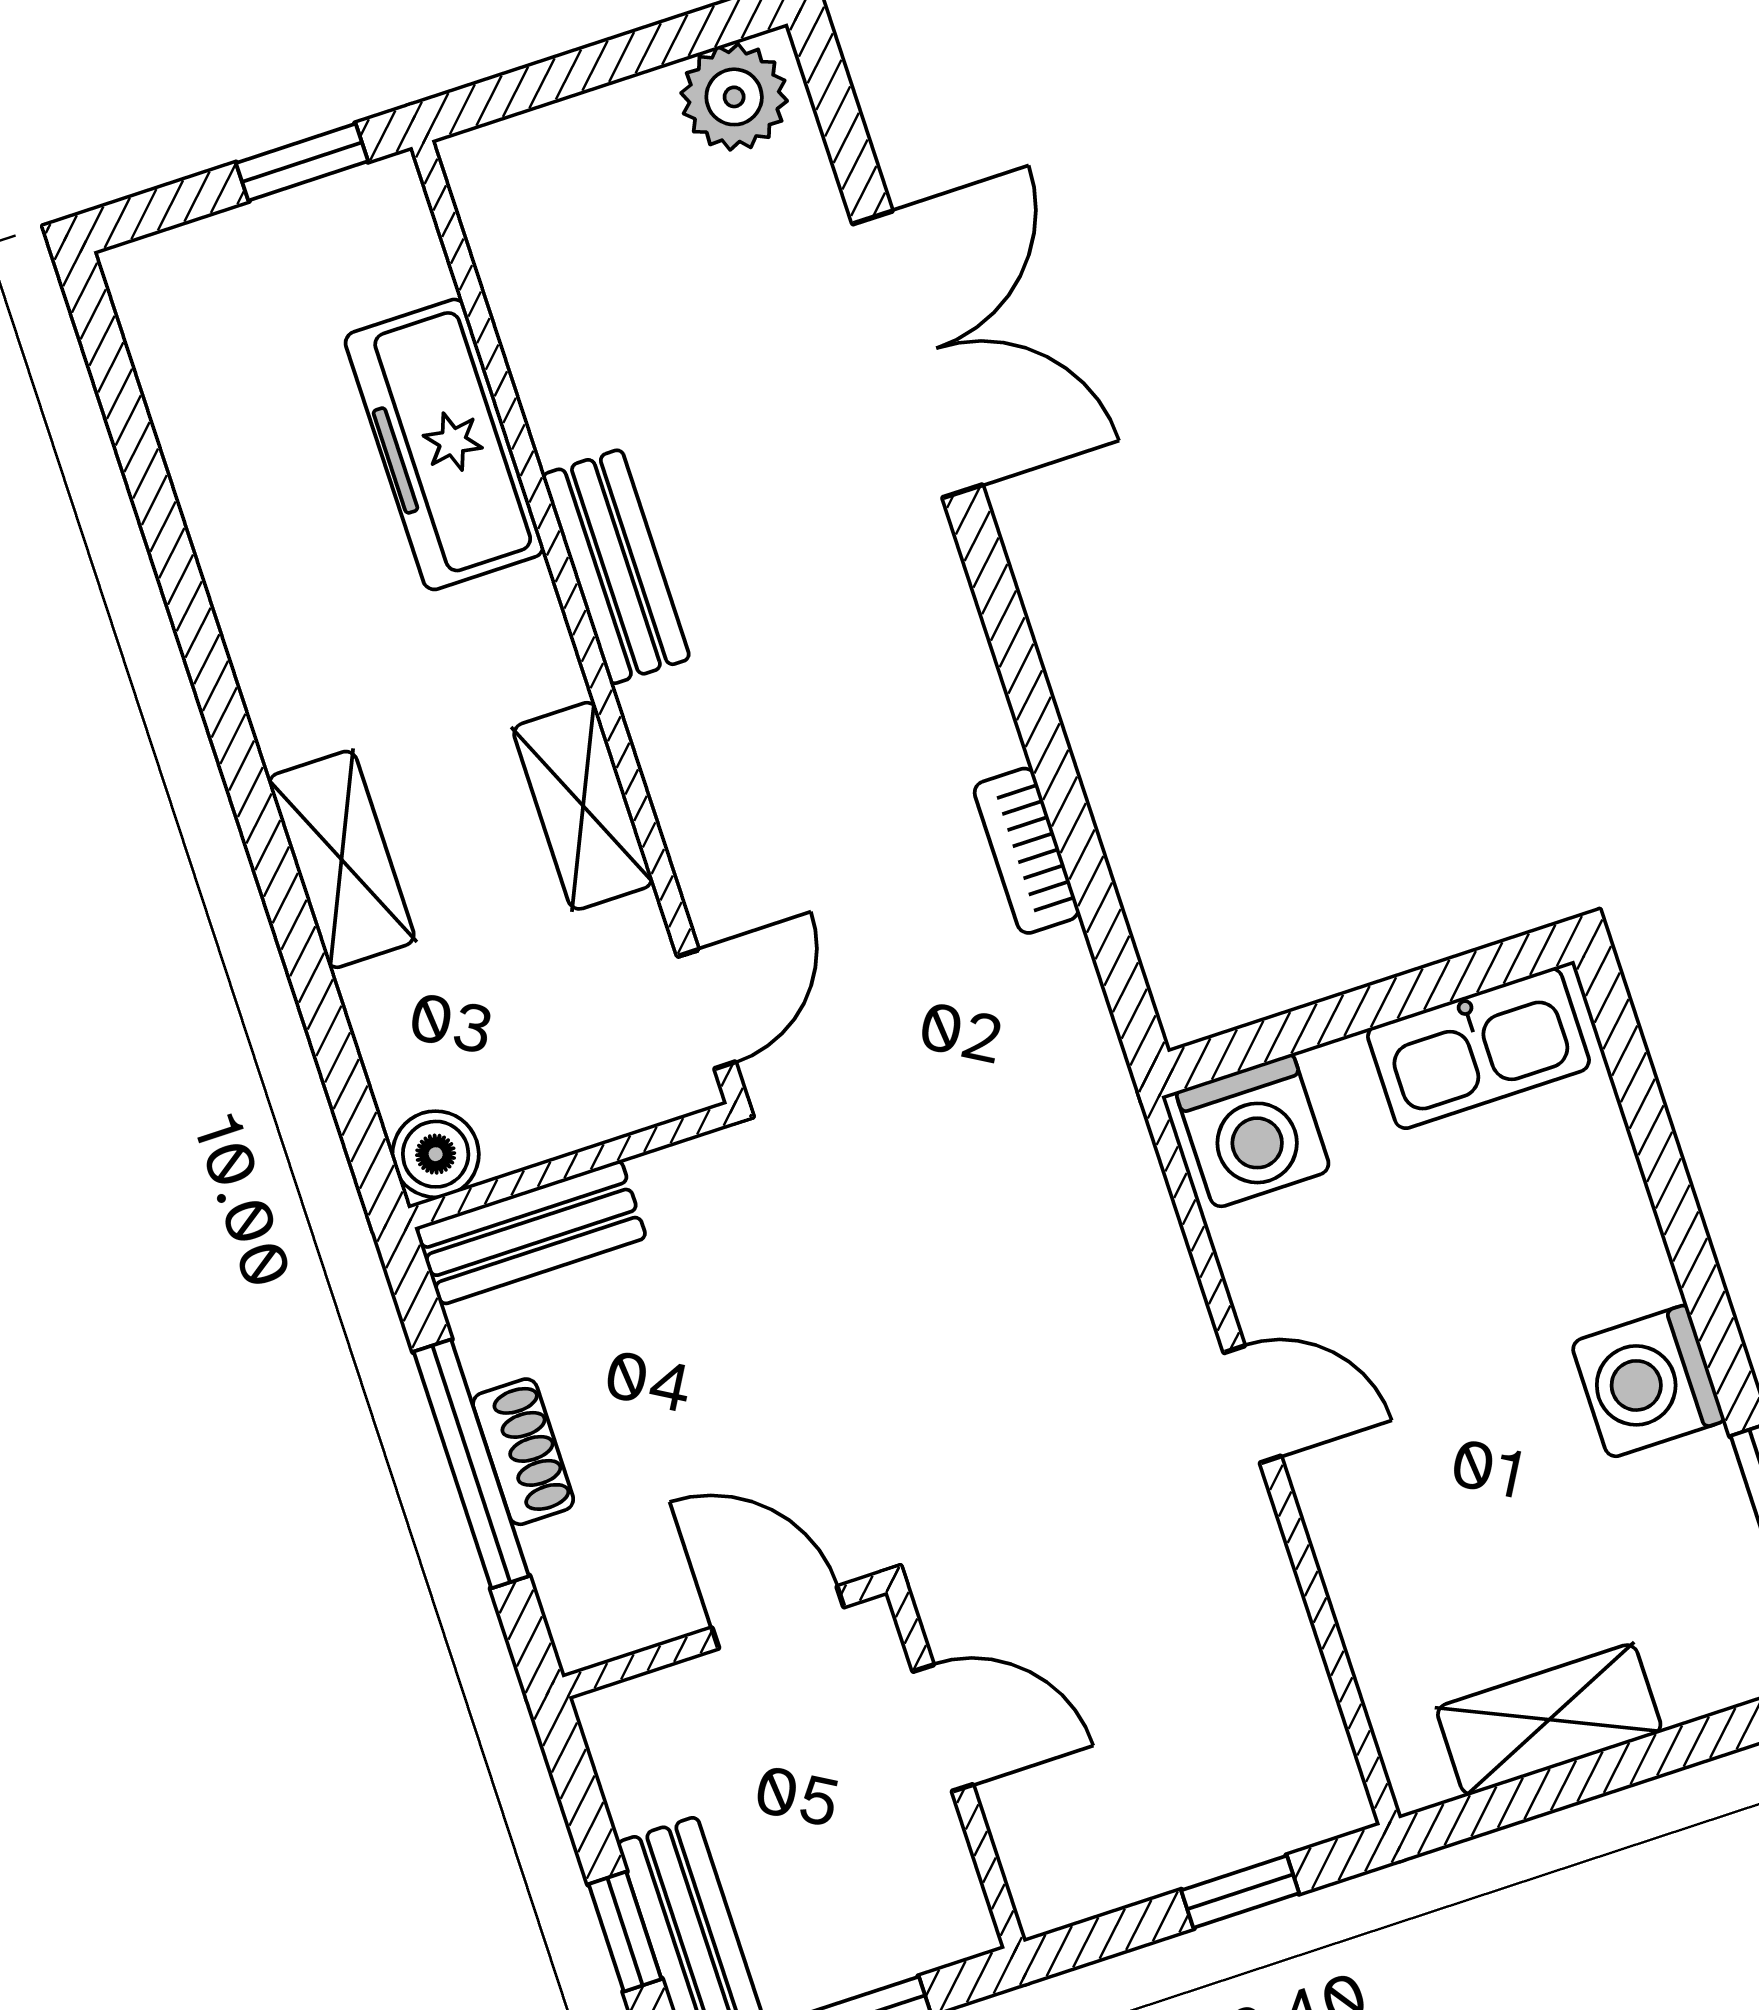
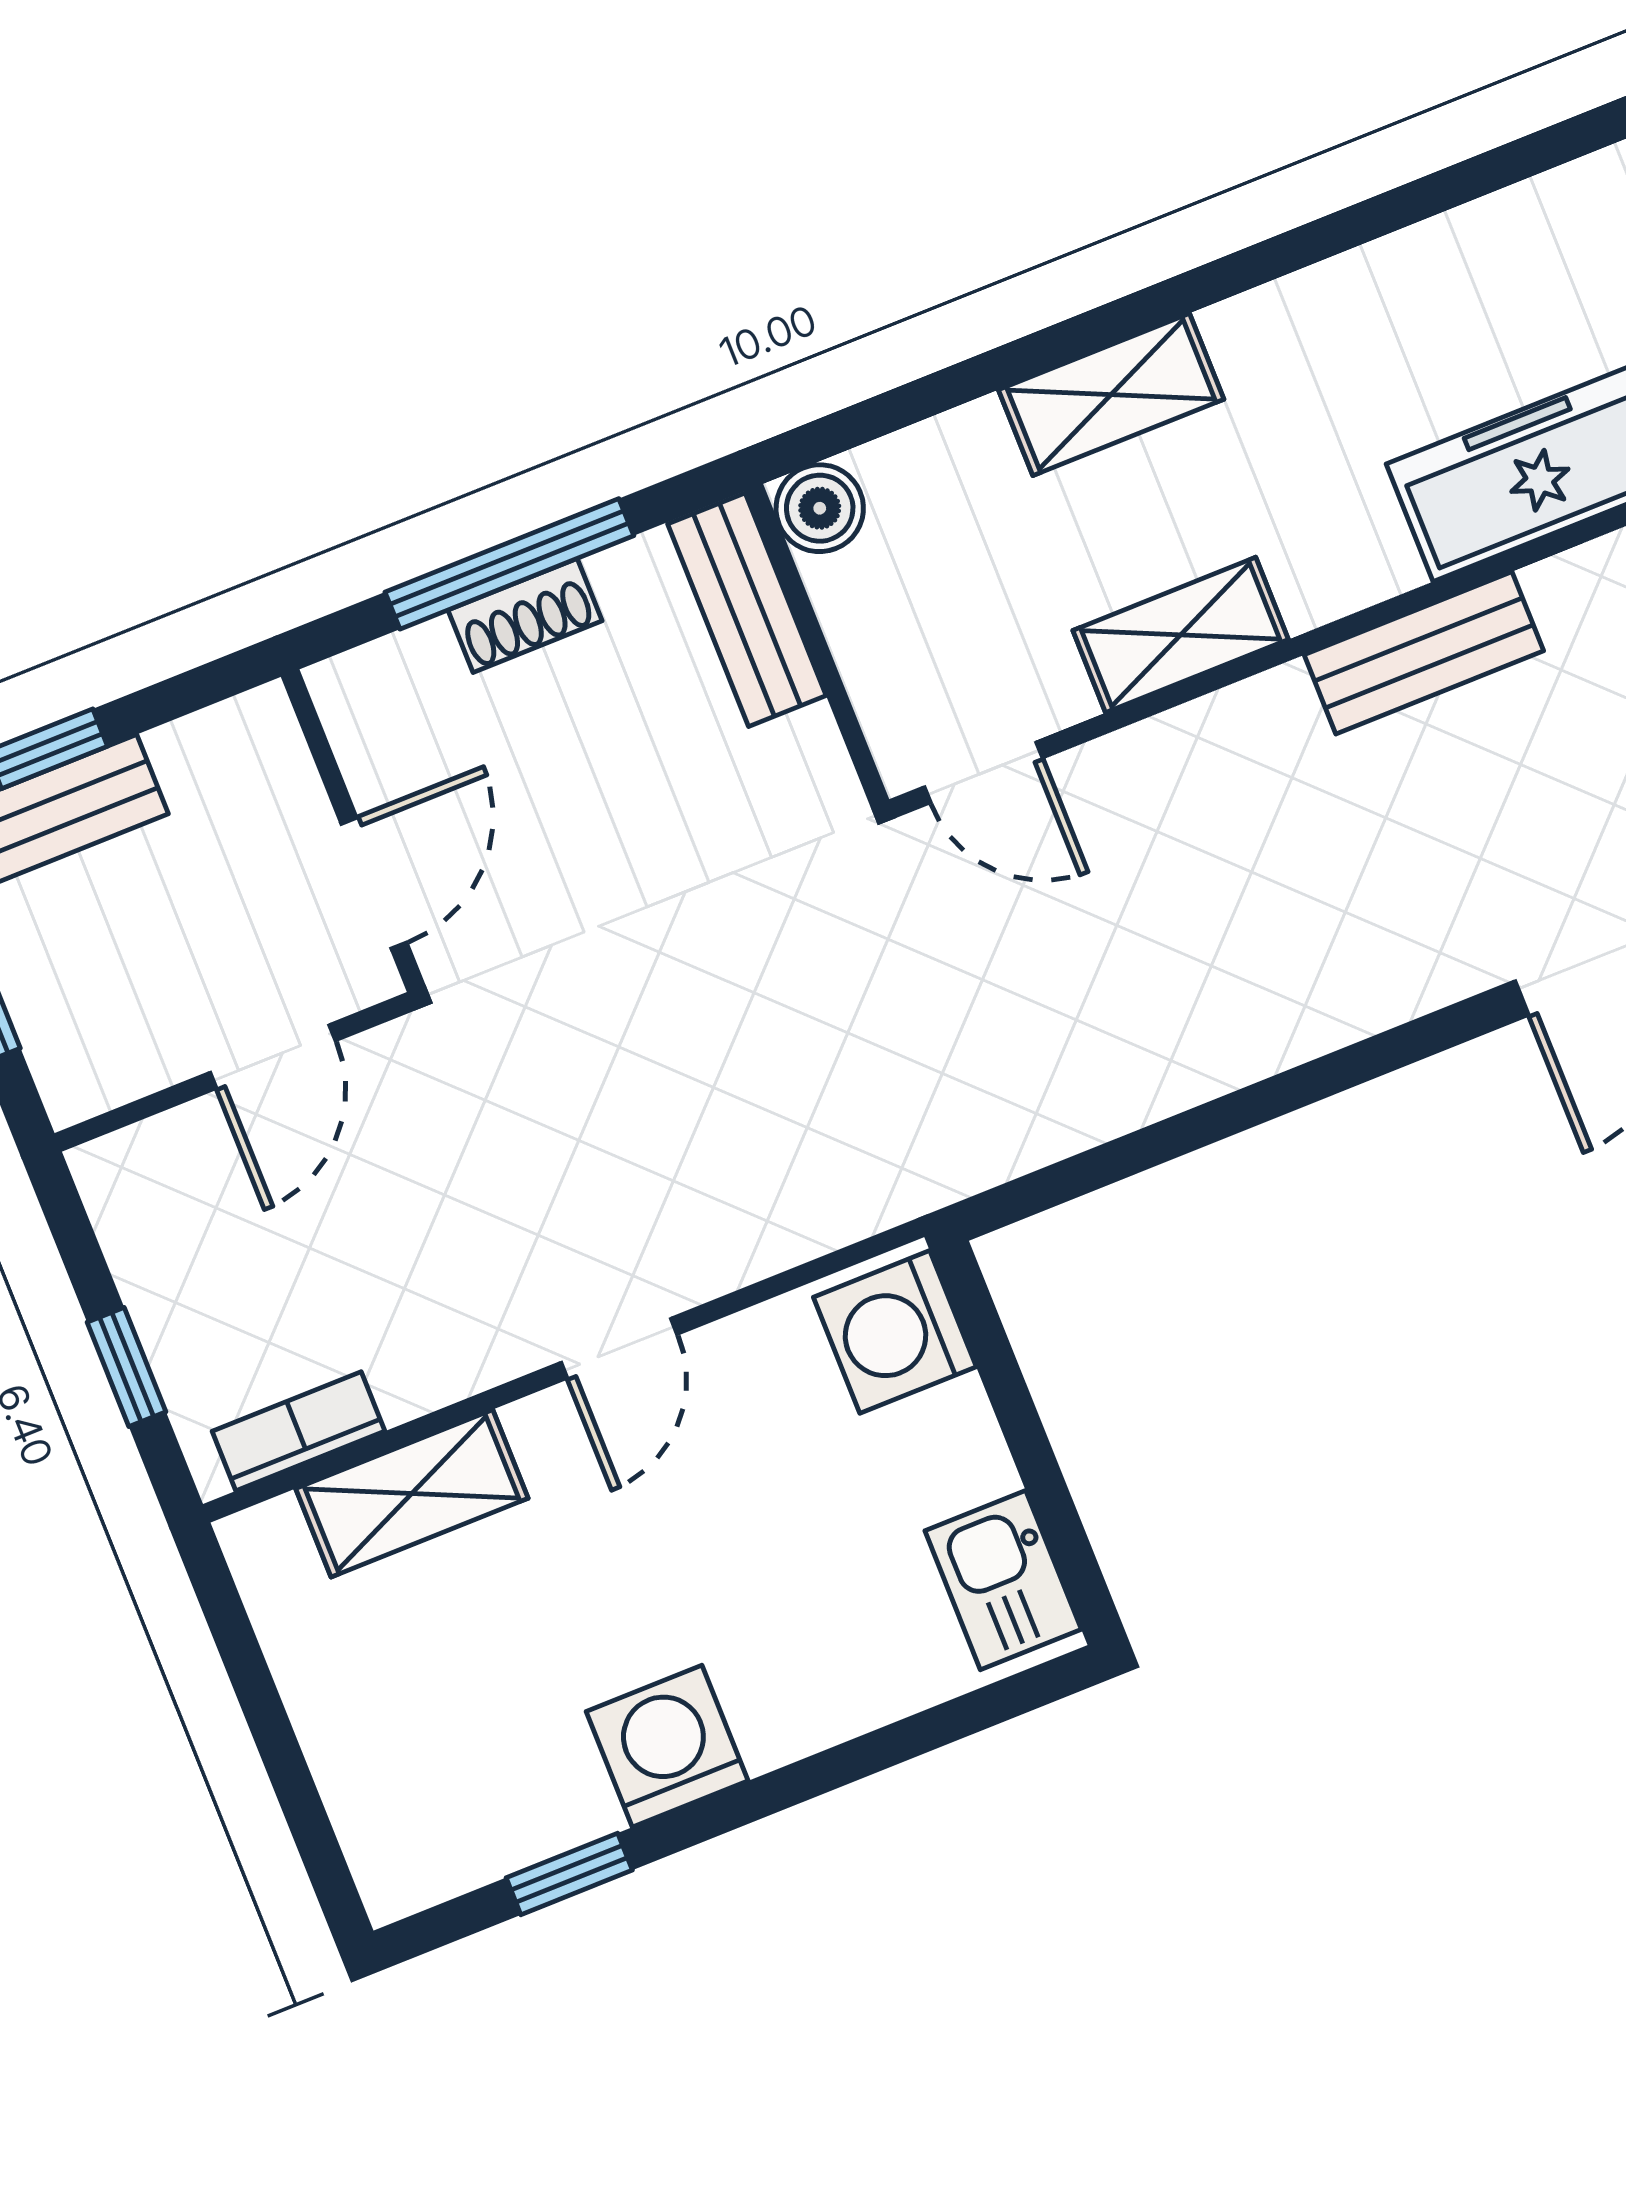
bookcase: (1026, 851) -> (298, 1431), moved
kitchen sink: (1478, 1048) -> (1003, 1580), width x0.73
shelving: (1549, 1720) -> (412, 1493), moved, turned 90

